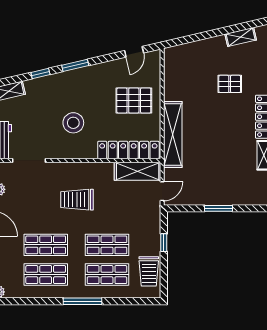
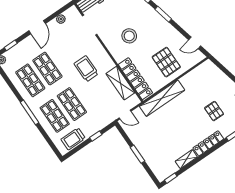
shelving: (138, 171) -> (120, 83), moved

